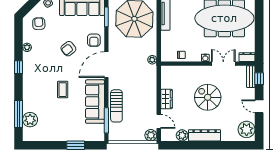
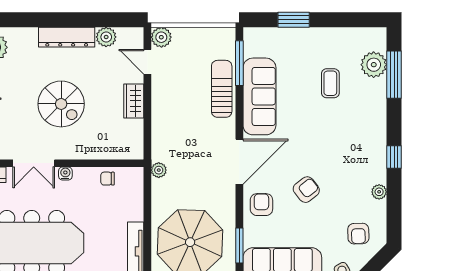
coffee table: (63, 90) -> (330, 83), moved

